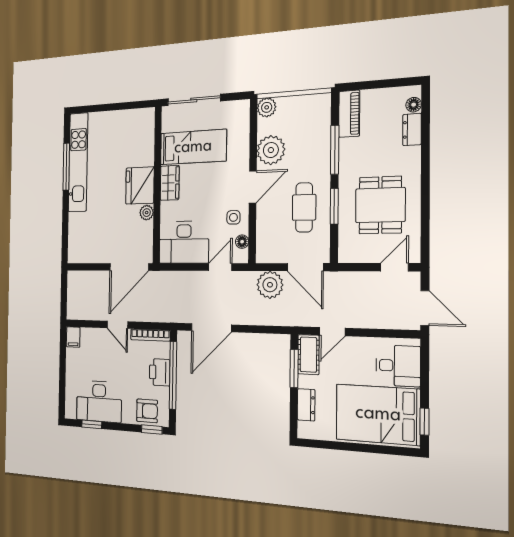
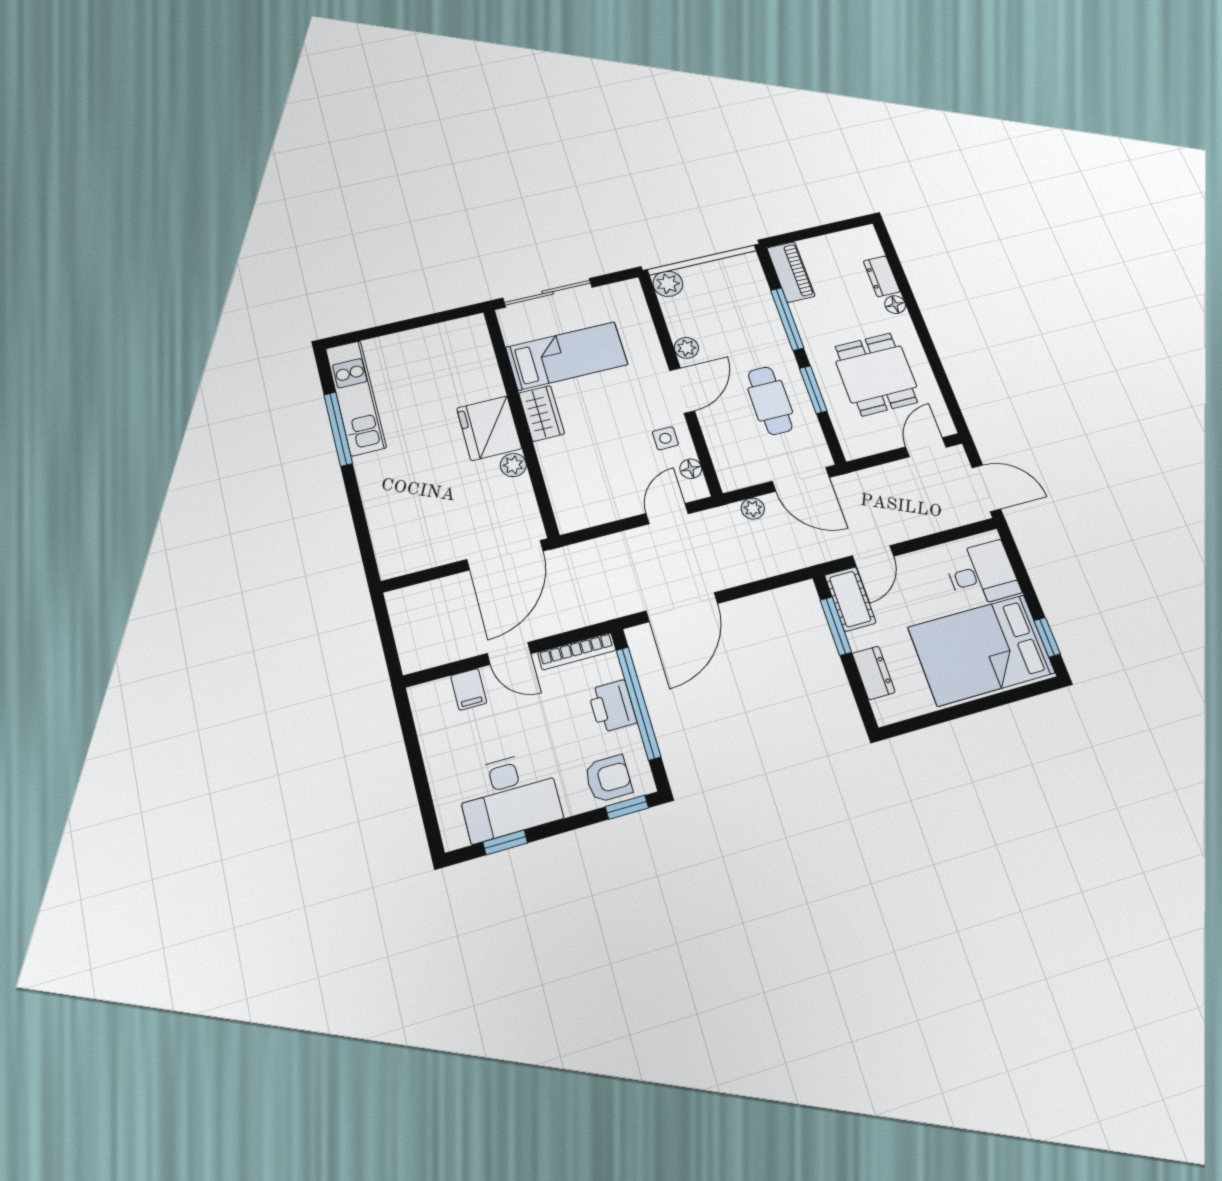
floor lamp: (414, 105) -> (895, 305), moved
plant: (271, 150) -> (686, 348), width x0.53, depth x0.53
kitchen unit: (78, 162) -> (356, 398), width x0.73
desk: (184, 242) -> (593, 493), removed
plant: (270, 285) -> (753, 509), width x0.53, depth x0.53
filing cabinet: (73, 337) -> (469, 689), moved

